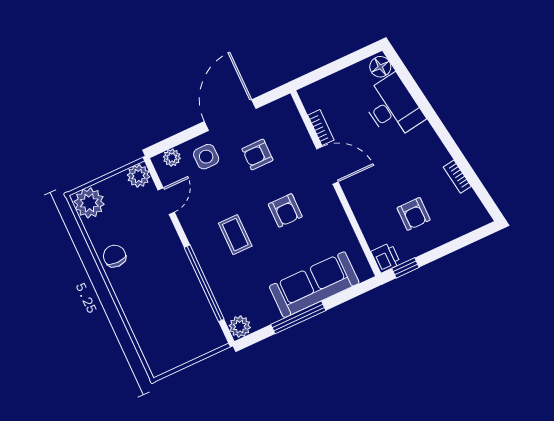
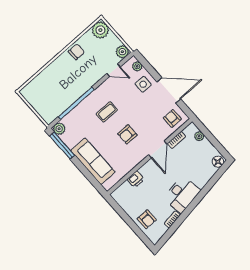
plant: (326, 86) -> (199, 136), added
desk: (393, 107) -> (182, 194), moved
armchair: (257, 155) -> (172, 118), moved
armchair: (414, 214) -> (147, 219), moved, turned -90
printer: (386, 258) -> (136, 179), moved
window: (405, 268) -> (116, 207), removed
window: (298, 317) -> (62, 146), moved

